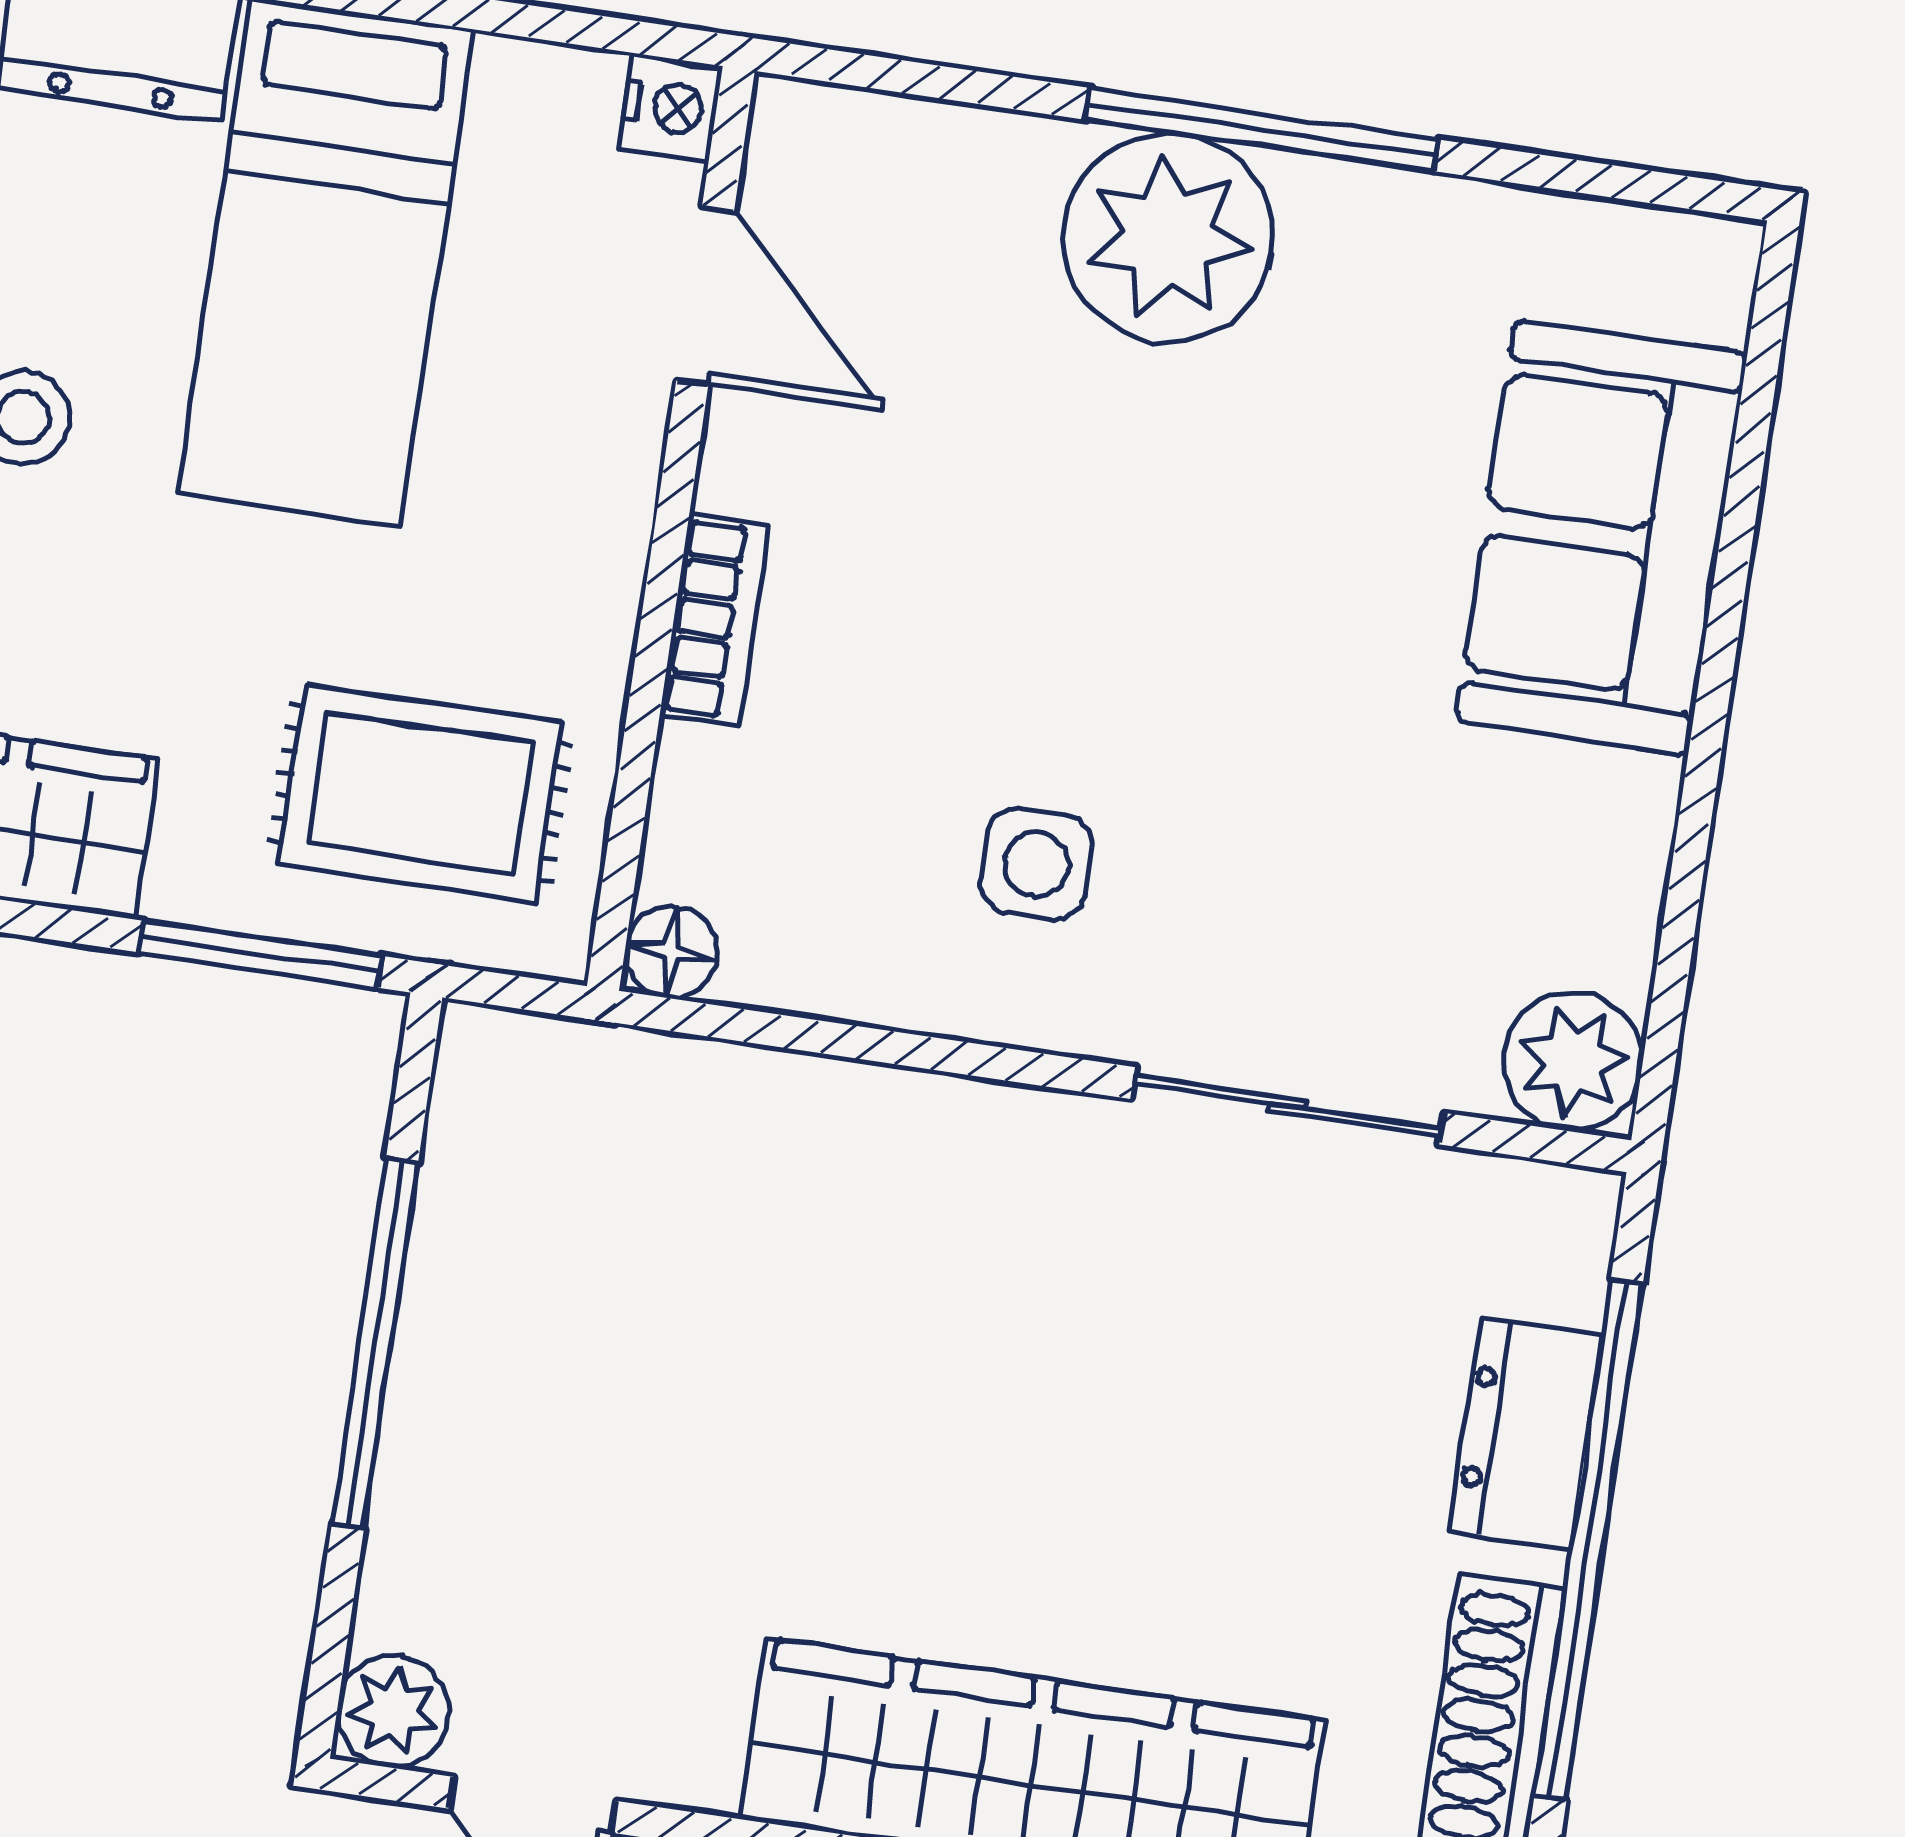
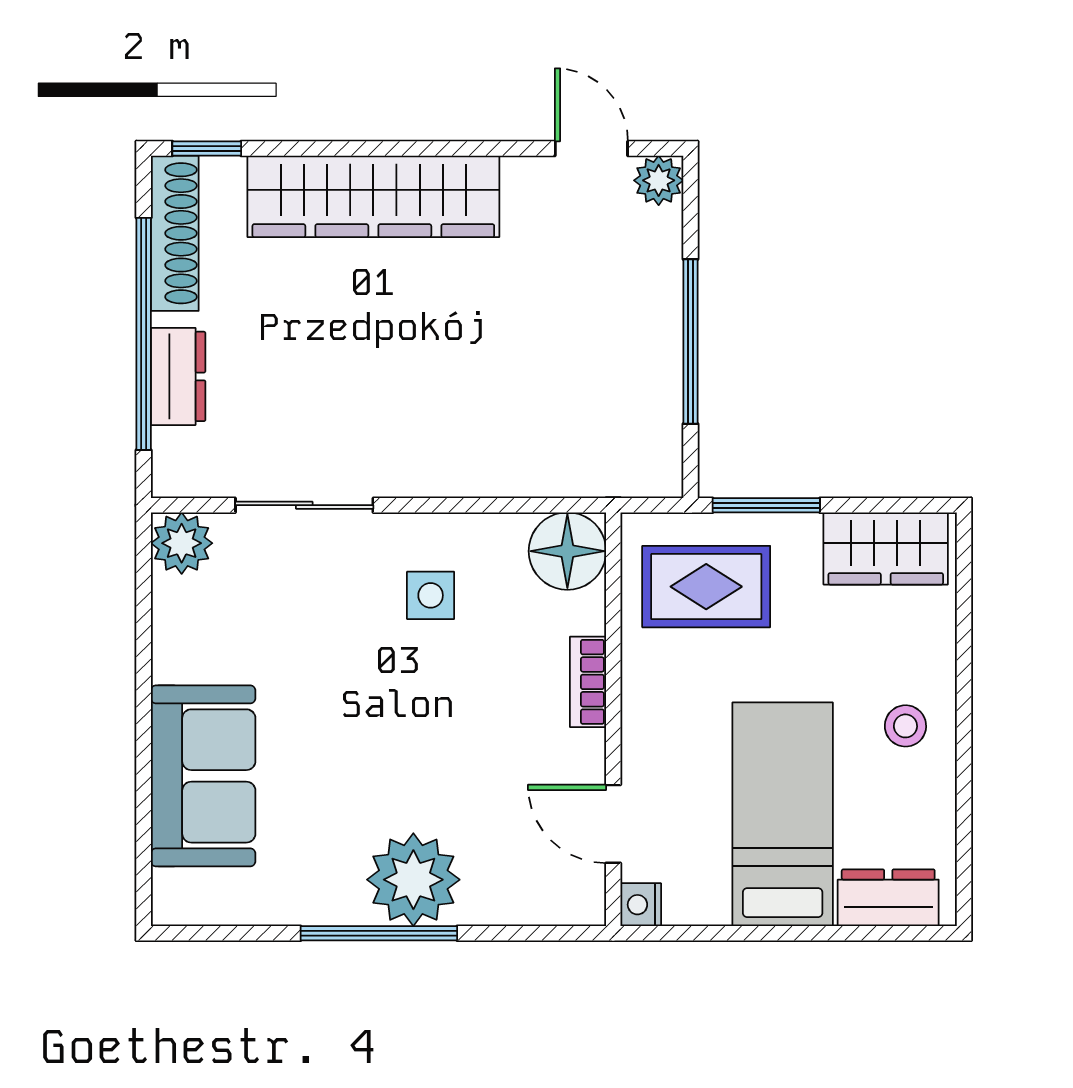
floor lamp: (671, 952) -> (567, 551), width x1.89, depth x1.89

